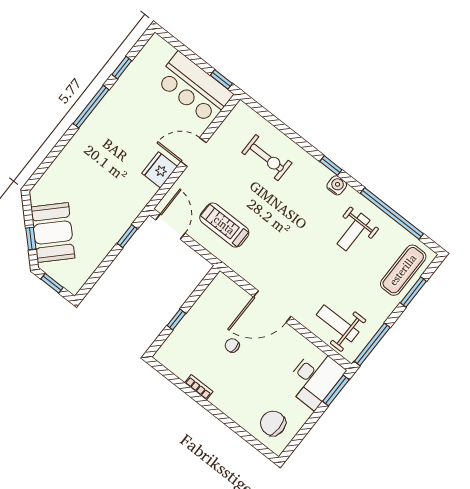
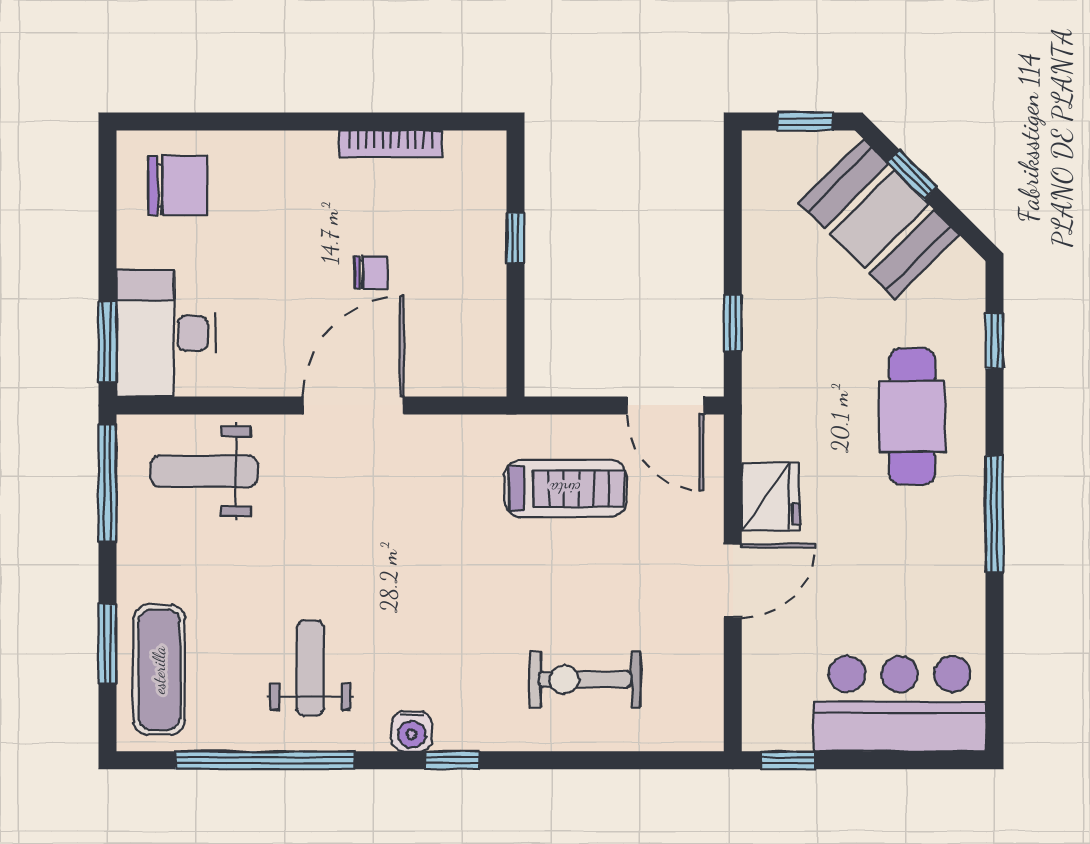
window: (122, 68) -> (994, 341), moved
bar counter: (194, 88) -> (900, 704), moved
cafe table: (93, 160) -> (912, 416), added
weight bench: (338, 323) -> (204, 471), turned 180
bookcase: (199, 387) -> (391, 144), width x1.56

